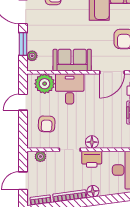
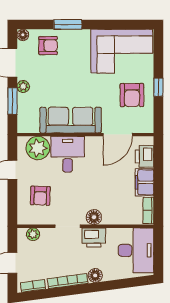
plant: (32, 56) -> (23, 86), moved
sofa: (72, 60) -> (71, 120), width x1.36

